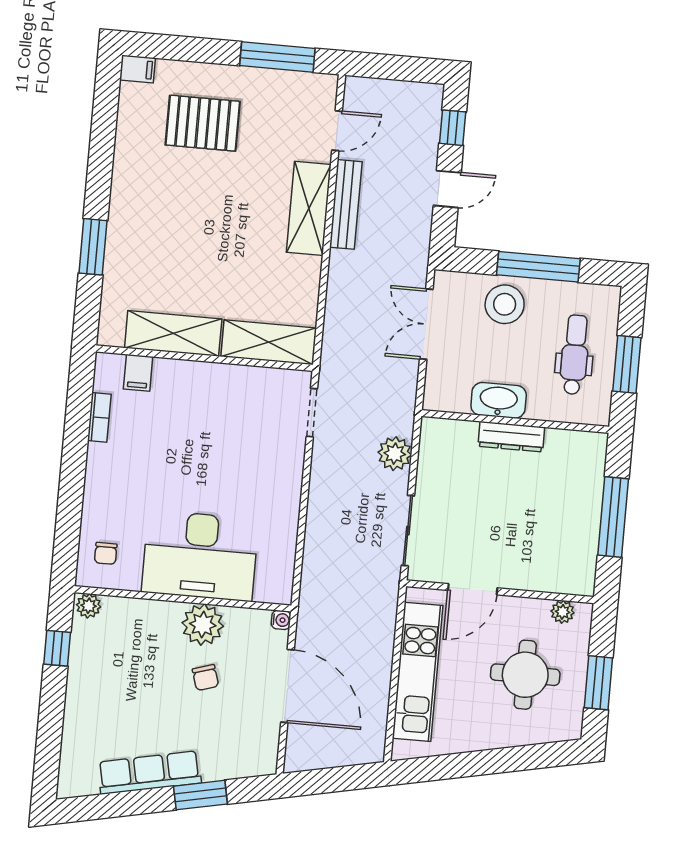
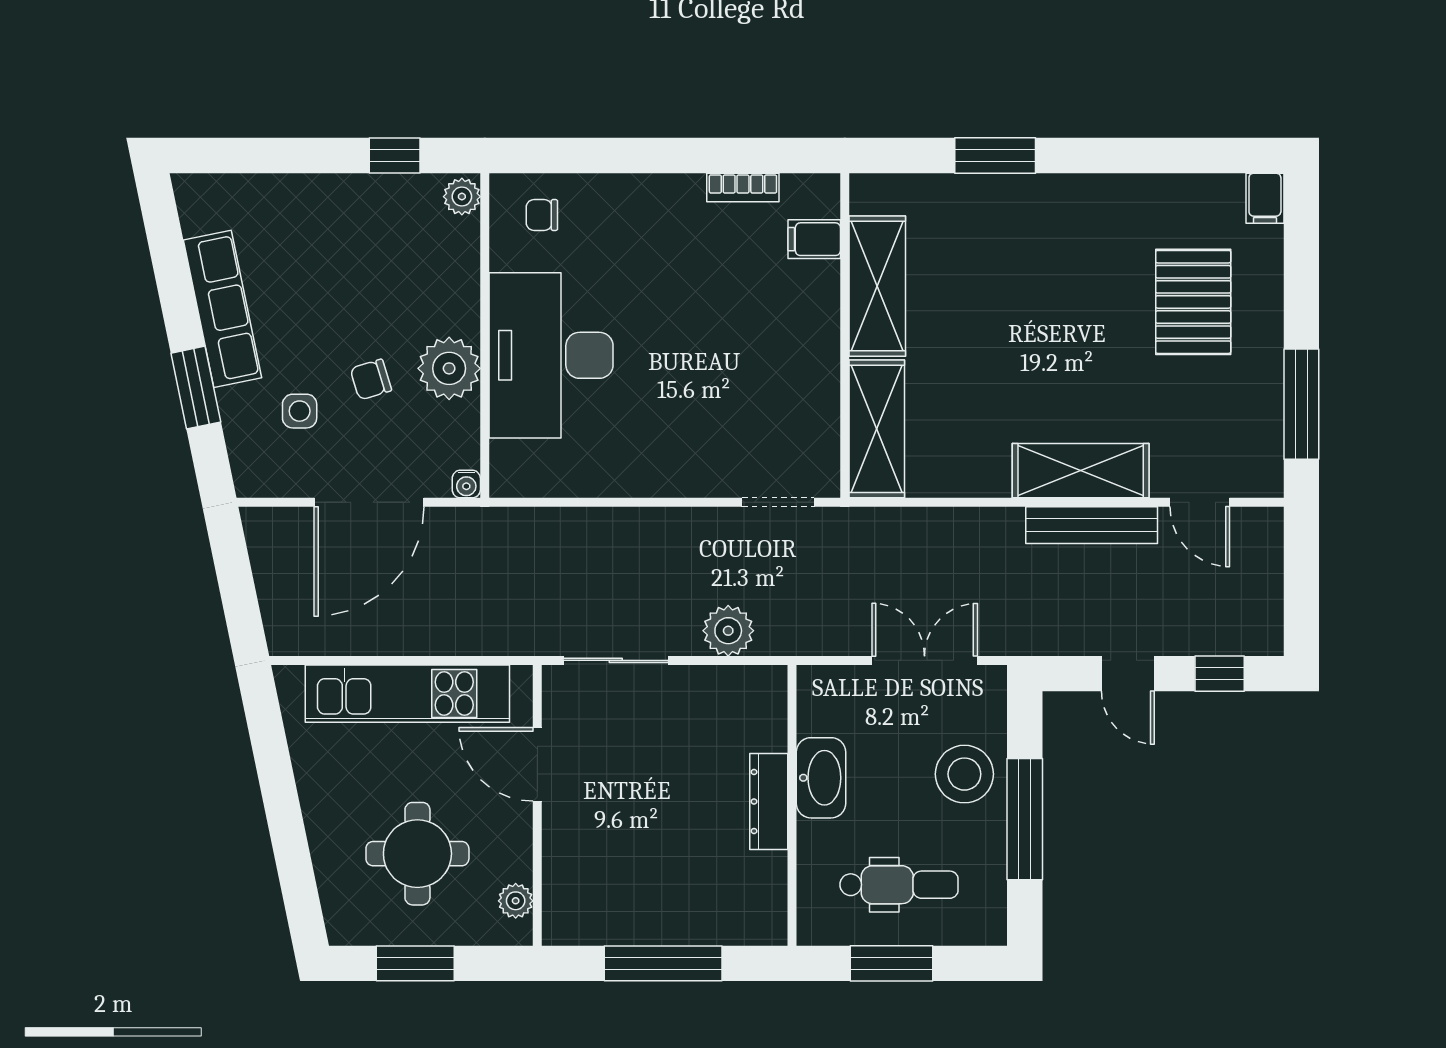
side table: (222, 727) -> (300, 411), added

